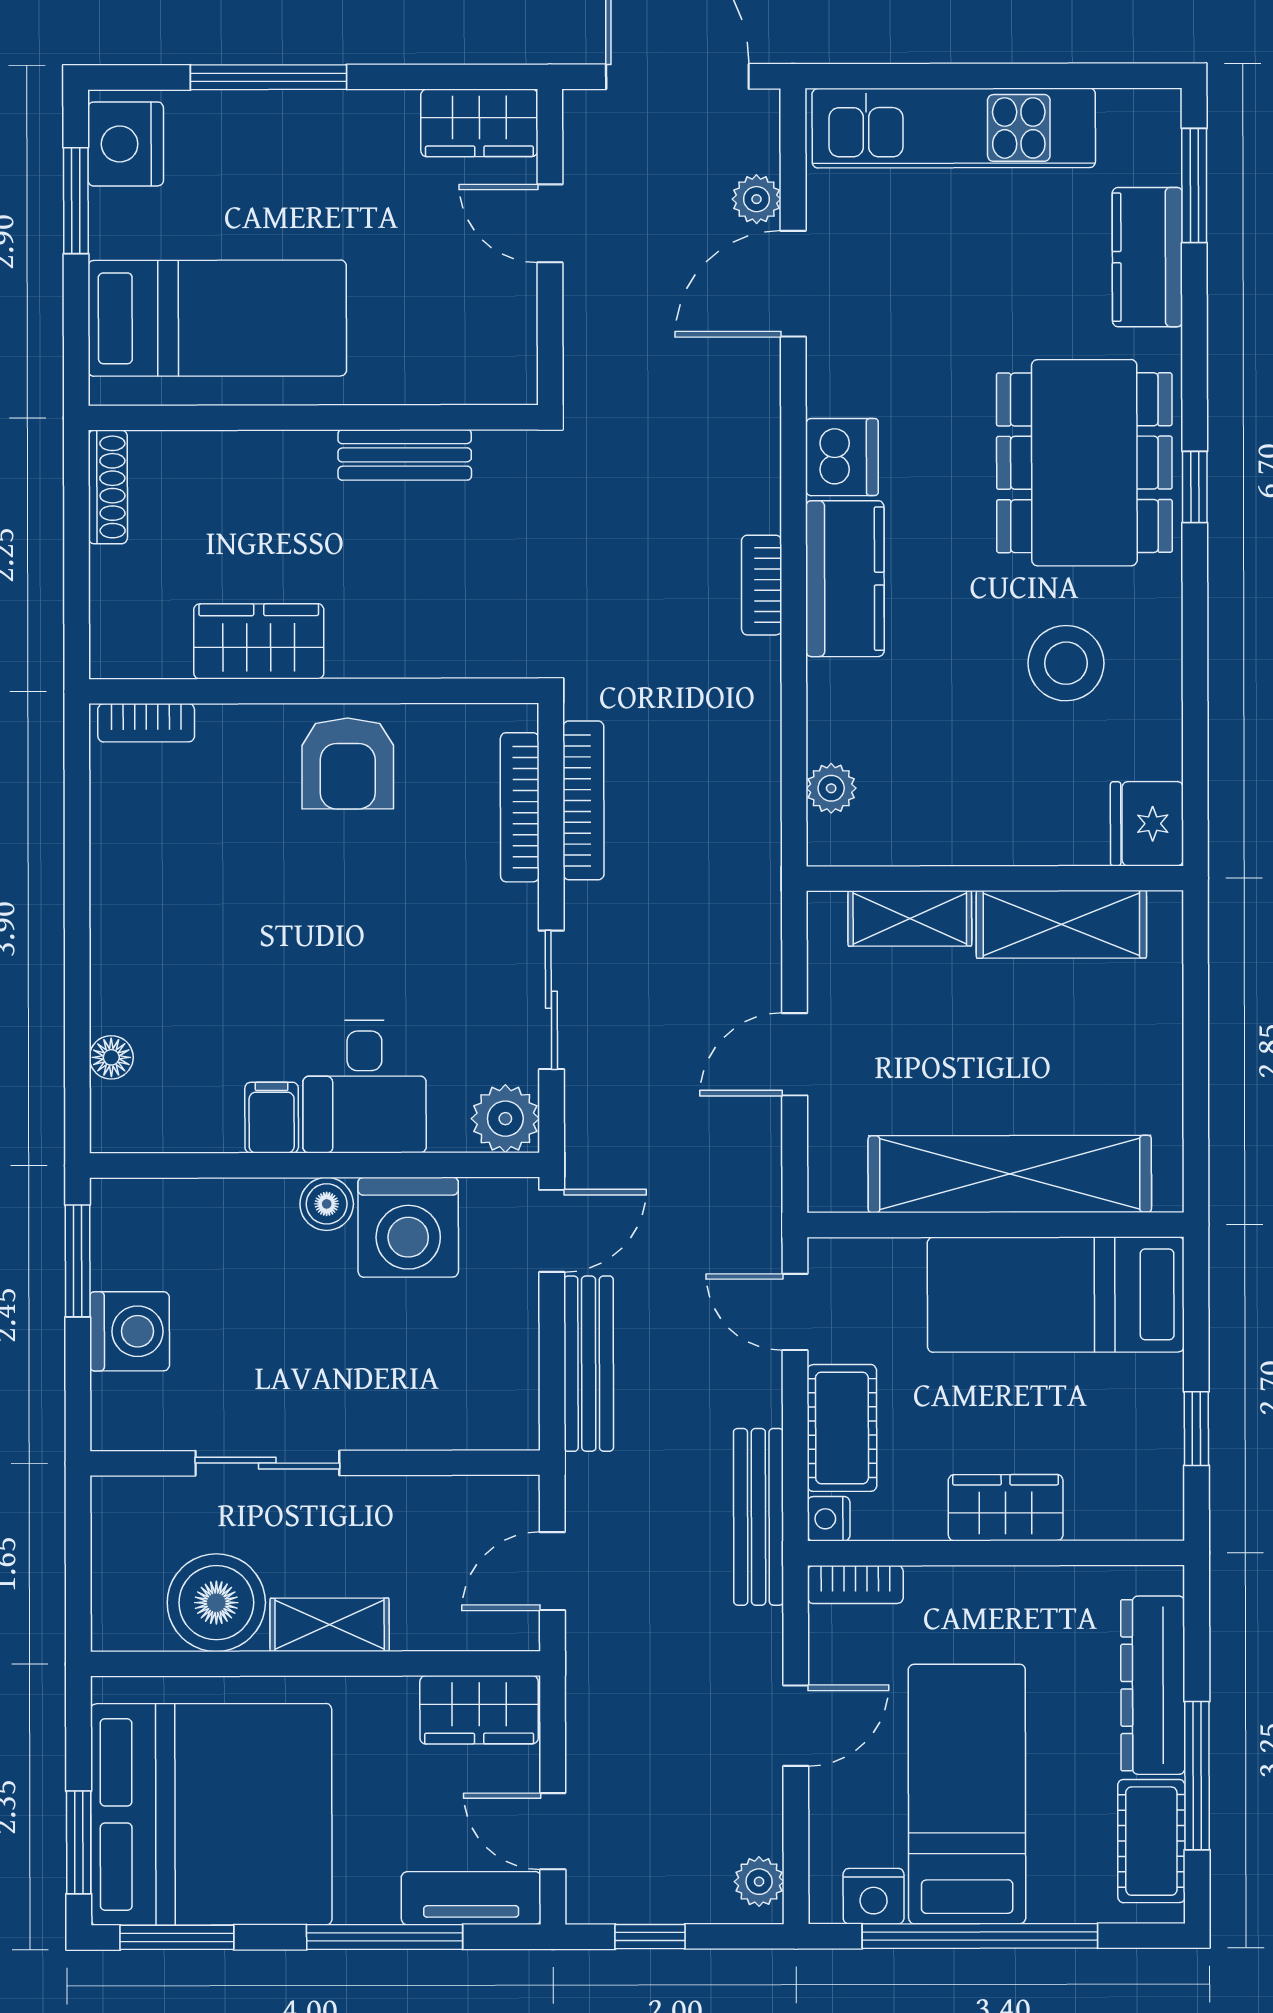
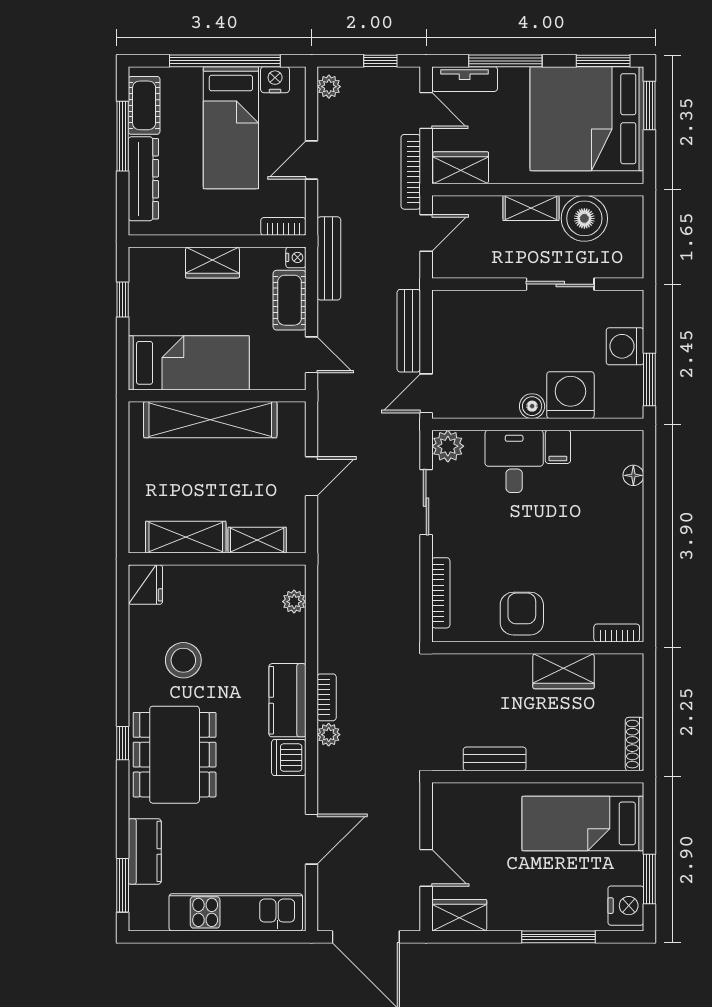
plant: (757, 199) -> (329, 735), moved
bookcase: (583, 800) -> (411, 172), moved
washing machine: (408, 1227) -> (570, 395), moved

